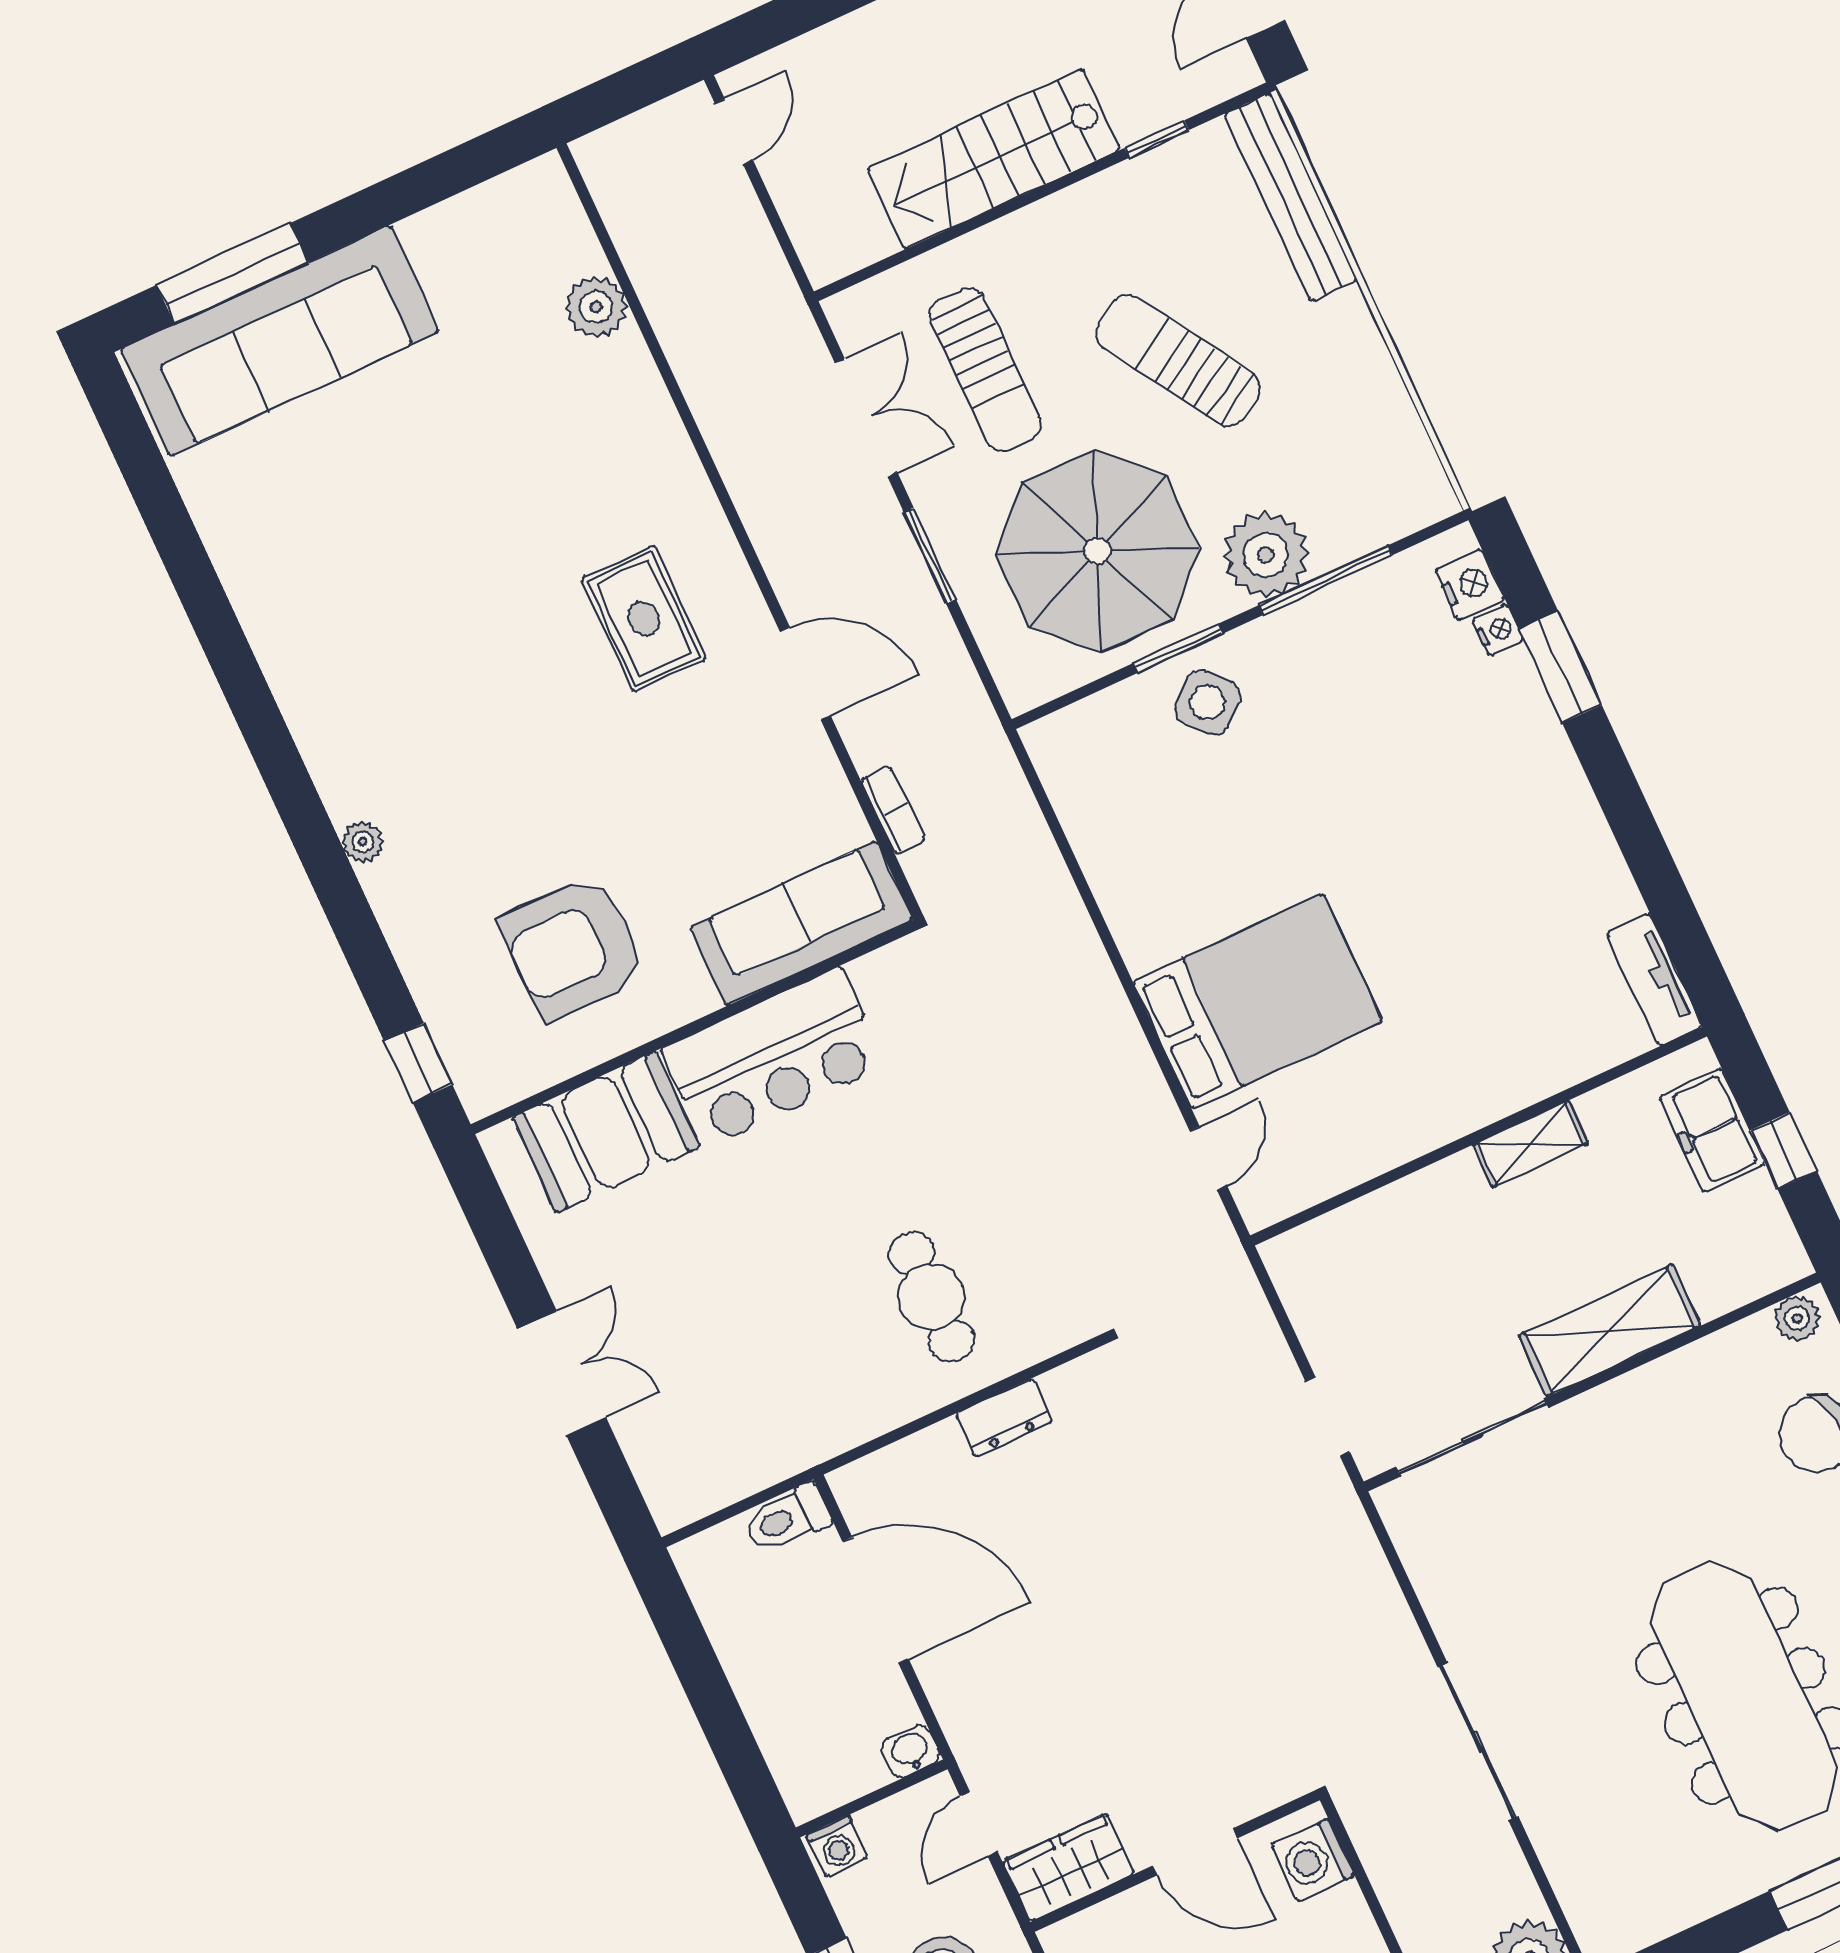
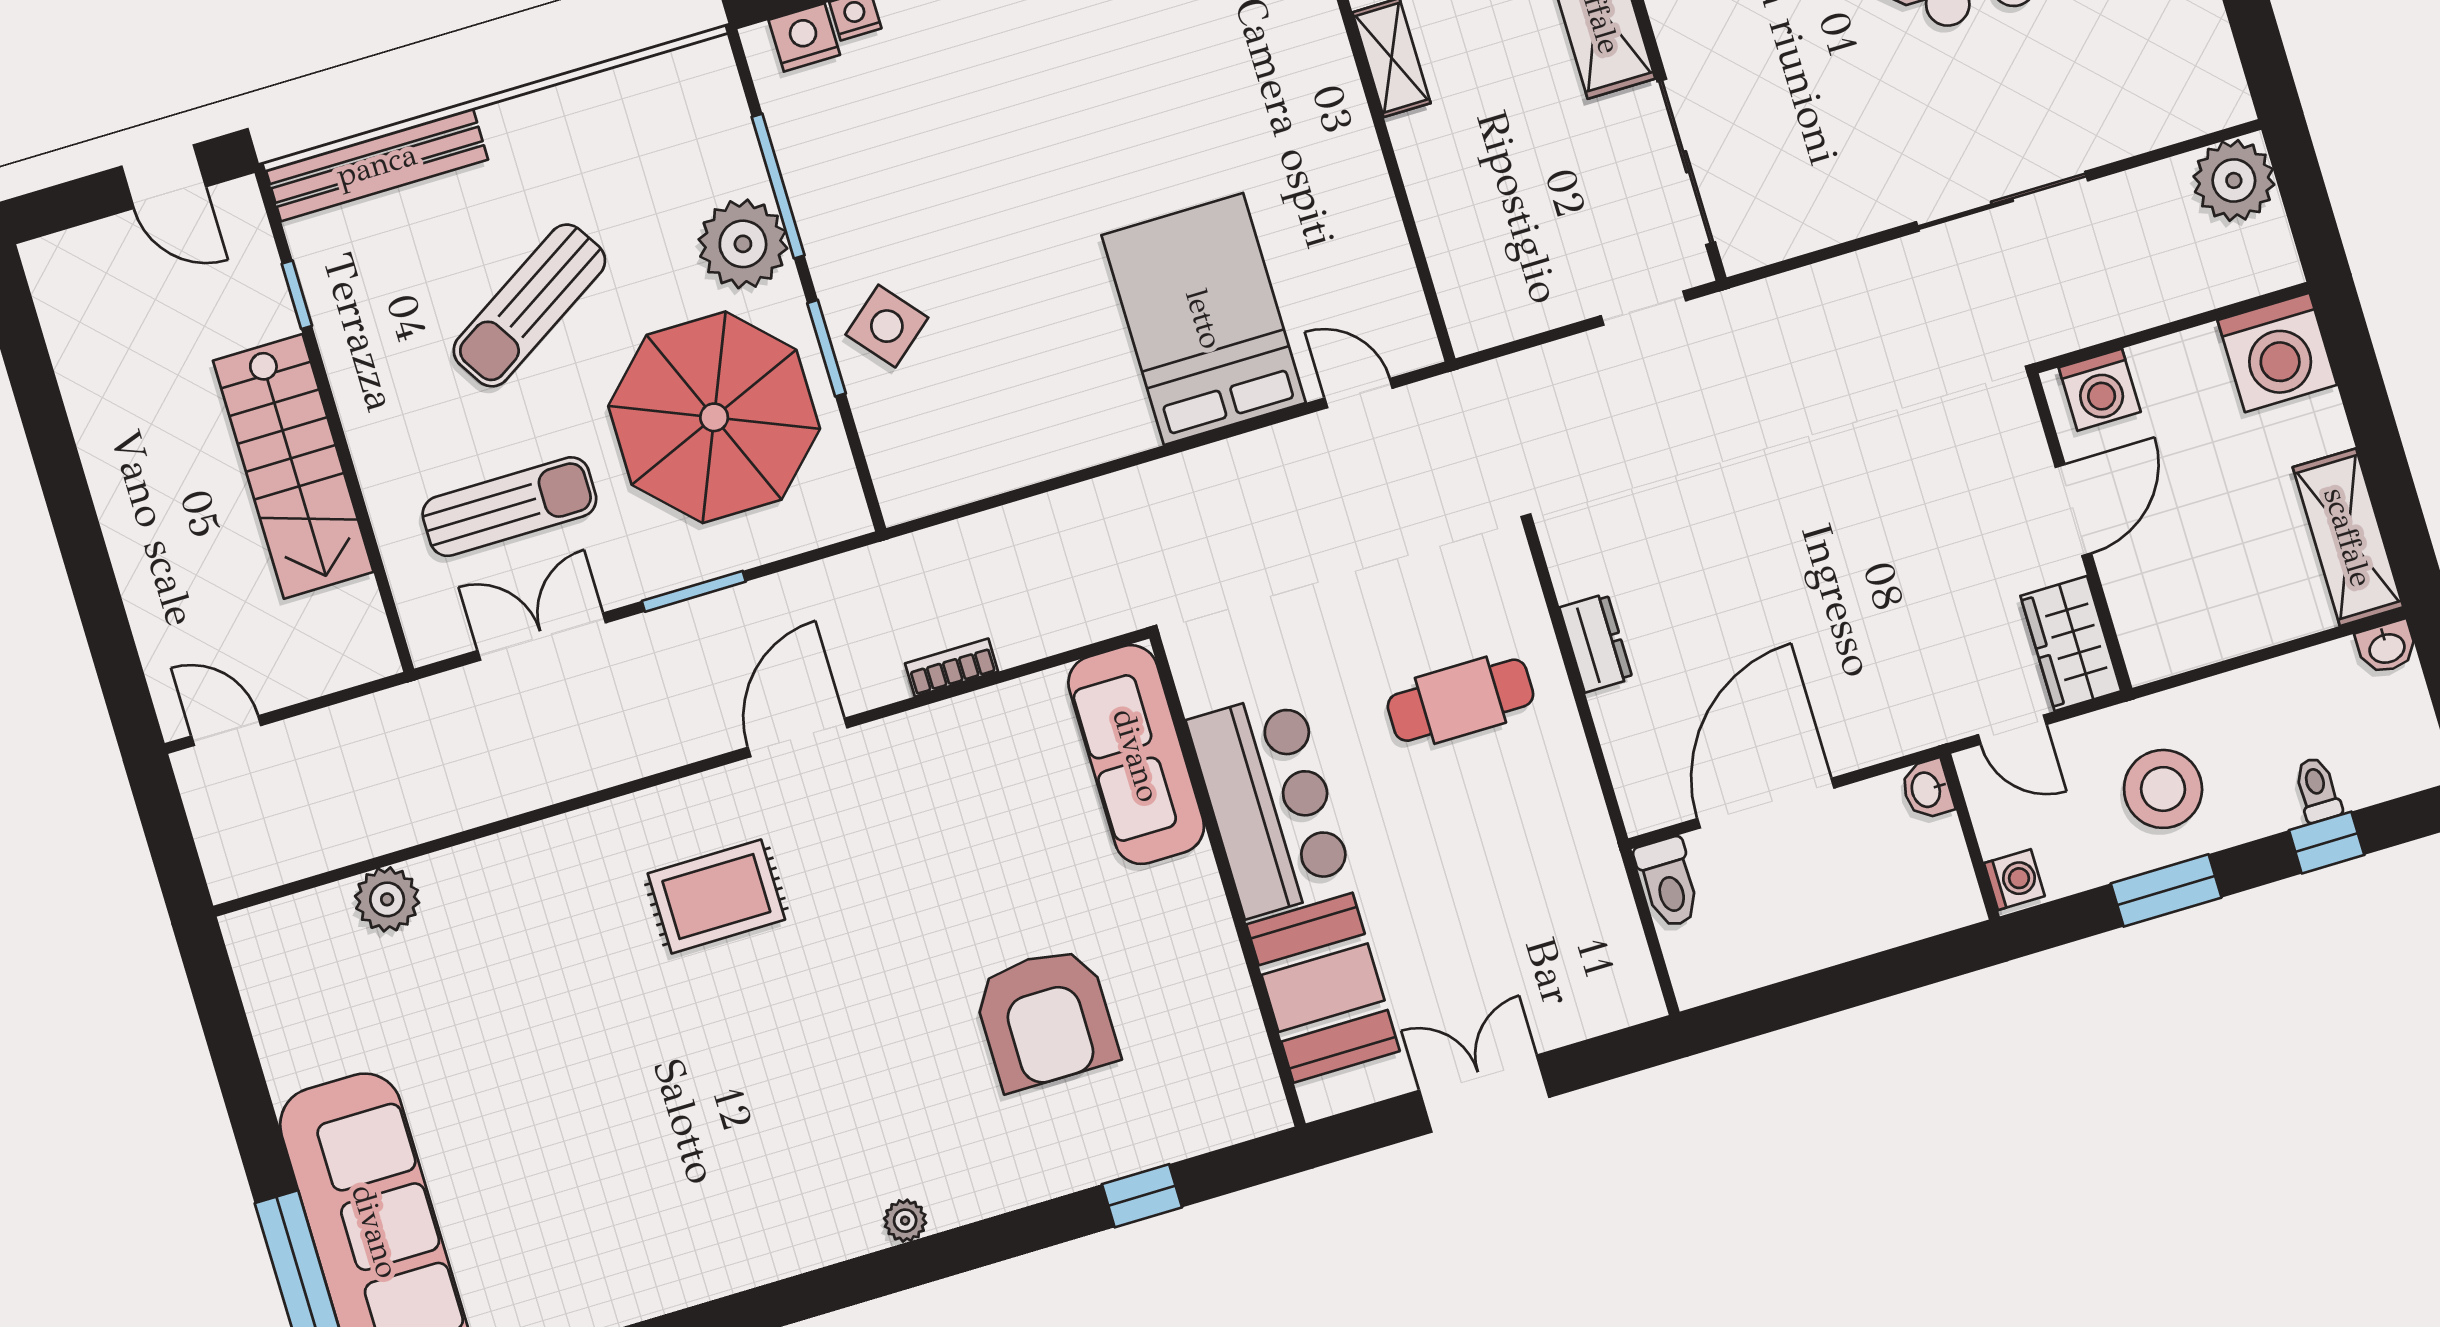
sofa: (801, 923) -> (1136, 755), moved
wall: (694, 1027) -> (1227, 881), moved
bar counter: (773, 1057) -> (1271, 804), moved
booth: (606, 1132) -> (1323, 988), moved

